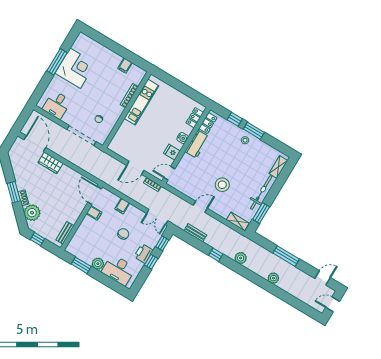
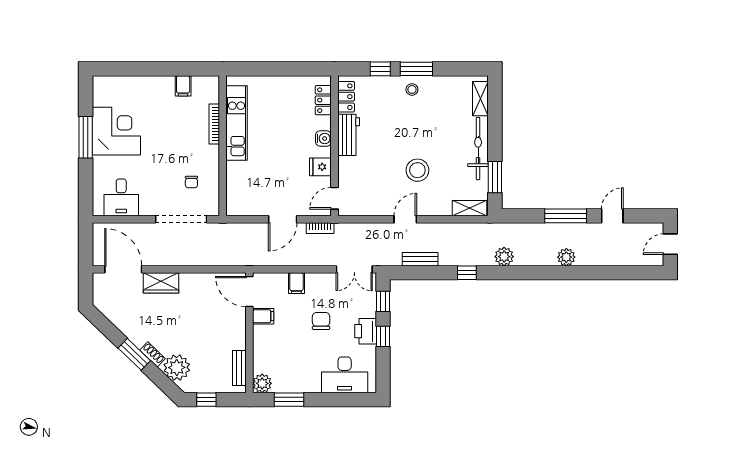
plant: (98, 264) -> (262, 383), moved
door: (323, 278) -> (612, 216), moved

